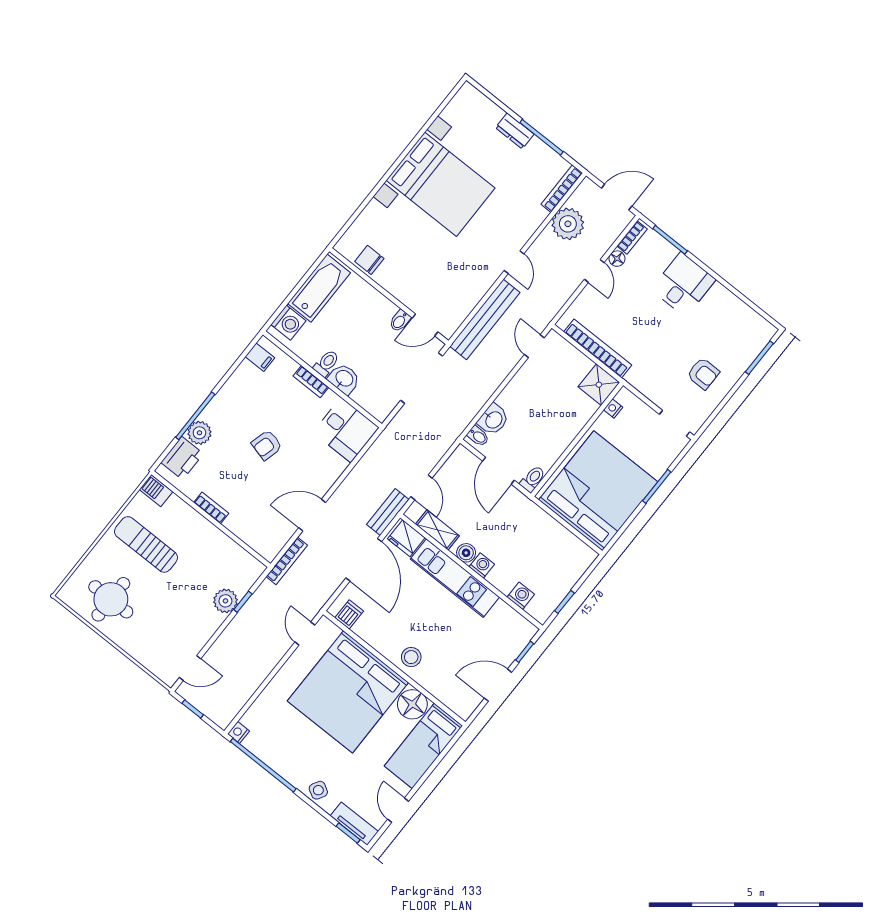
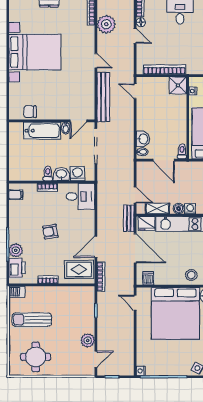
bathtub: (319, 288) -> (42, 131), moved, turned 90
washing machine: (288, 323) -> (77, 174), moved, turned -90
armchair: (267, 445) -> (50, 232), turned 66
rug: (265, 528) -> (79, 269), added
plant: (225, 601) -> (88, 340), moved

